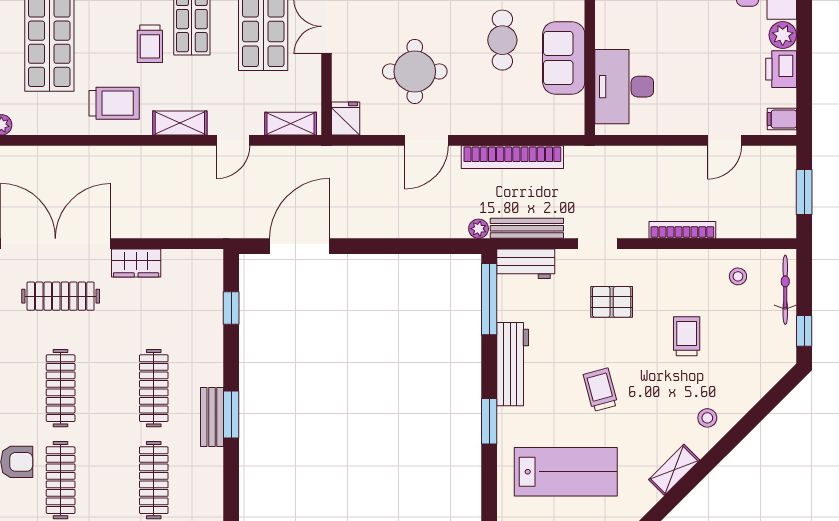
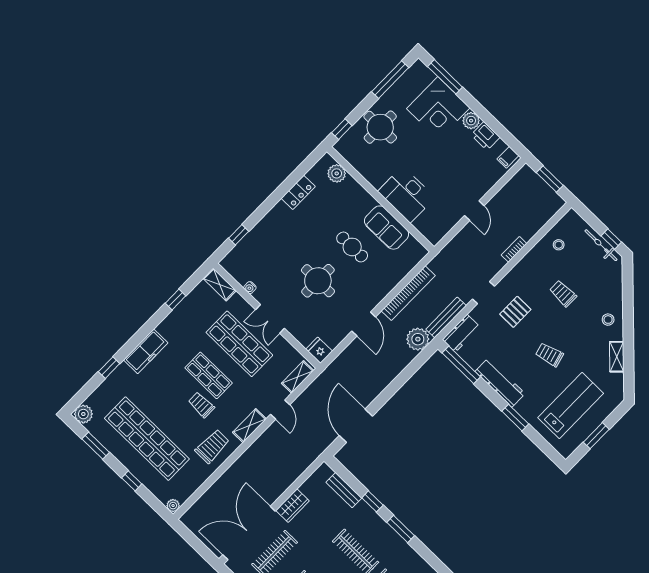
trolley: (150, 44) -> (201, 405), turned 180
round table: (415, 71) -> (318, 281), moved
desk: (624, 87) -> (406, 195), moved
door: (725, 140) -> (474, 211), moved
plant: (479, 229) -> (418, 339), width x1.87, depth x1.87
bookcase: (682, 230) -> (514, 249), width x0.64
bicycle: (785, 290) -> (601, 245), moved
window: (231, 308) -> (372, 501), moved
bench: (212, 417) -> (344, 490), moved

